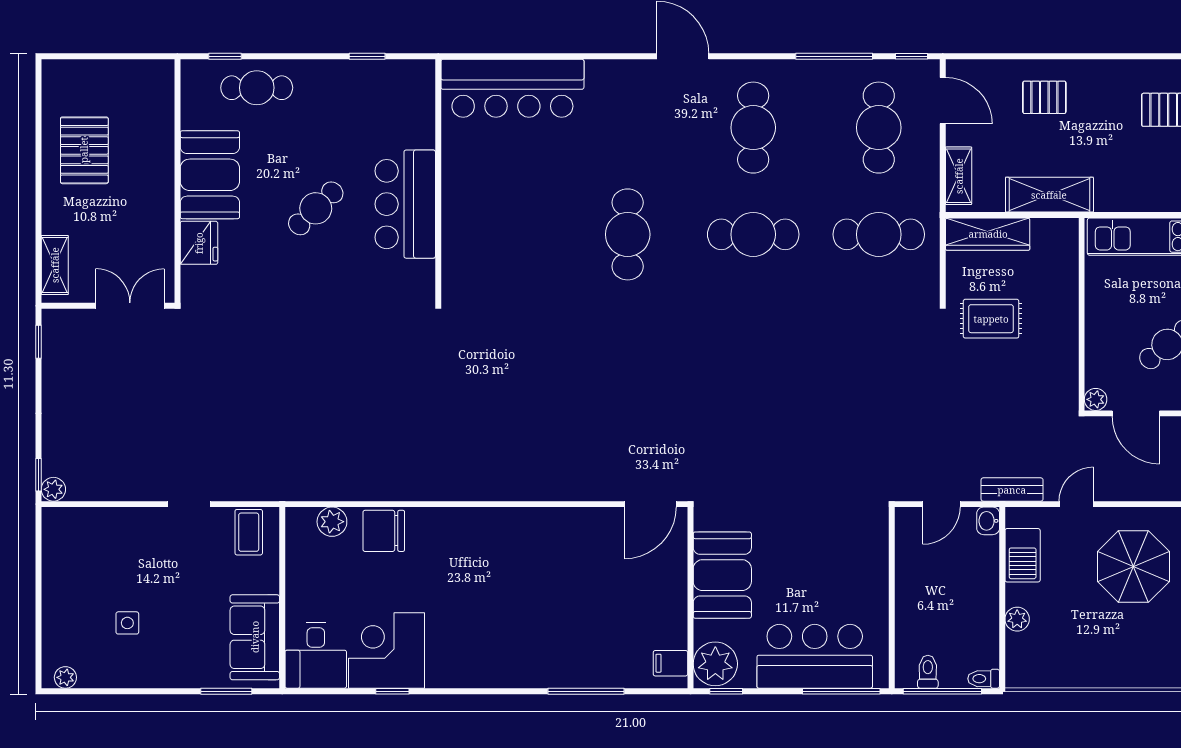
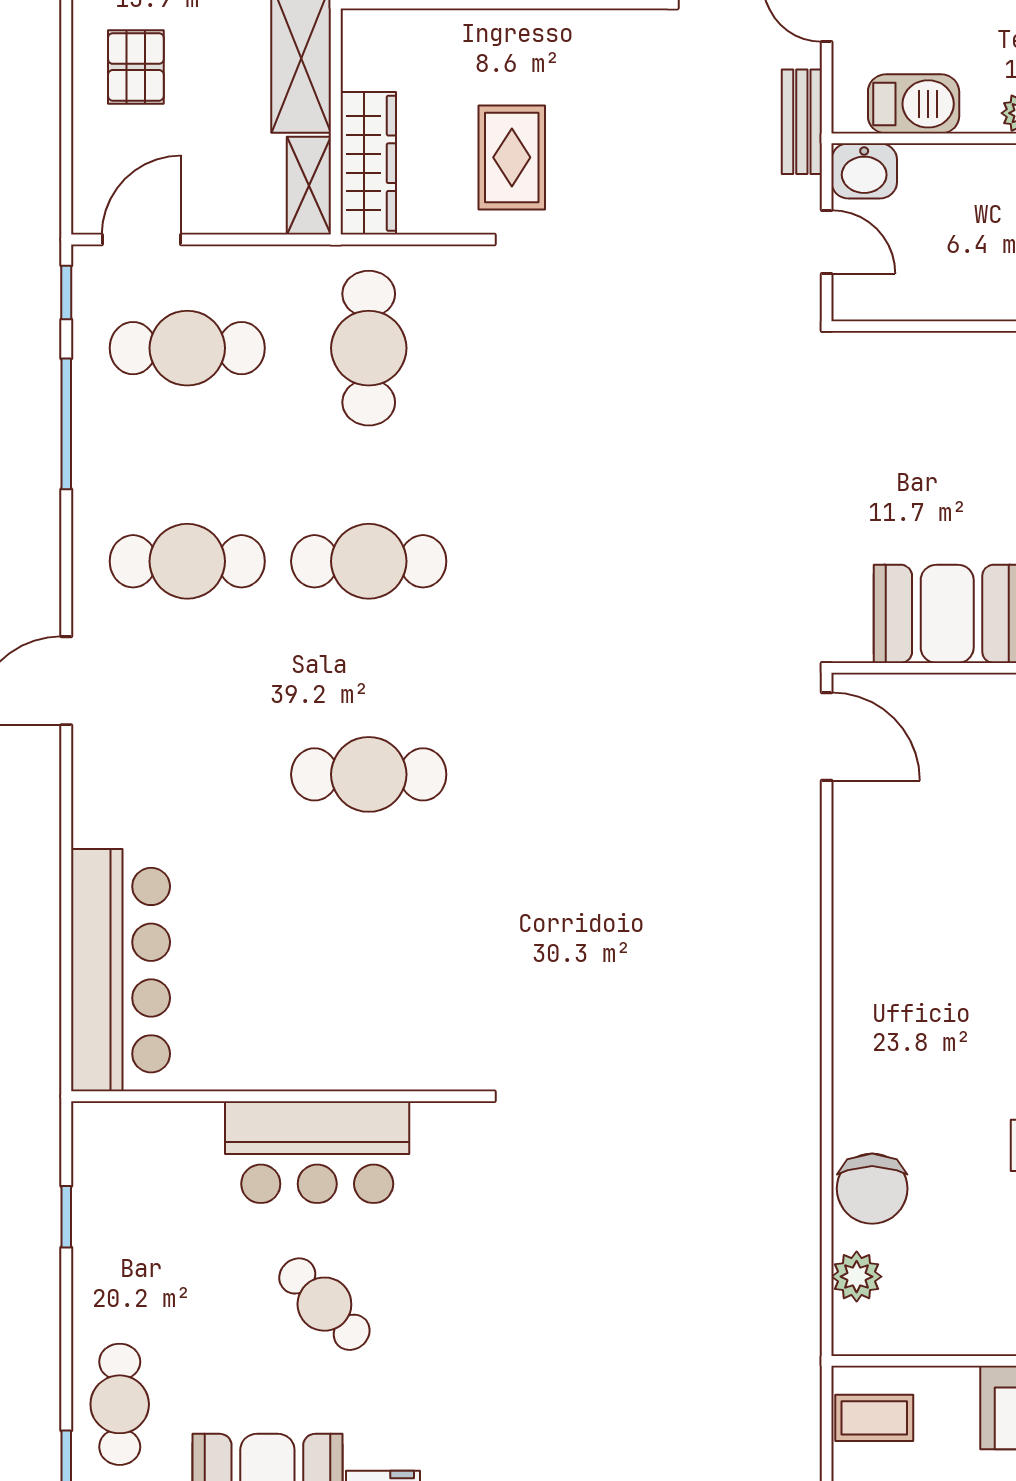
shelving: (959, 176) -> (309, 186), moved, turned 90
cafe table: (753, 234) -> (369, 561), turned 90
washbasin: (988, 521) -> (864, 171), width x1.38, depth x1.45

